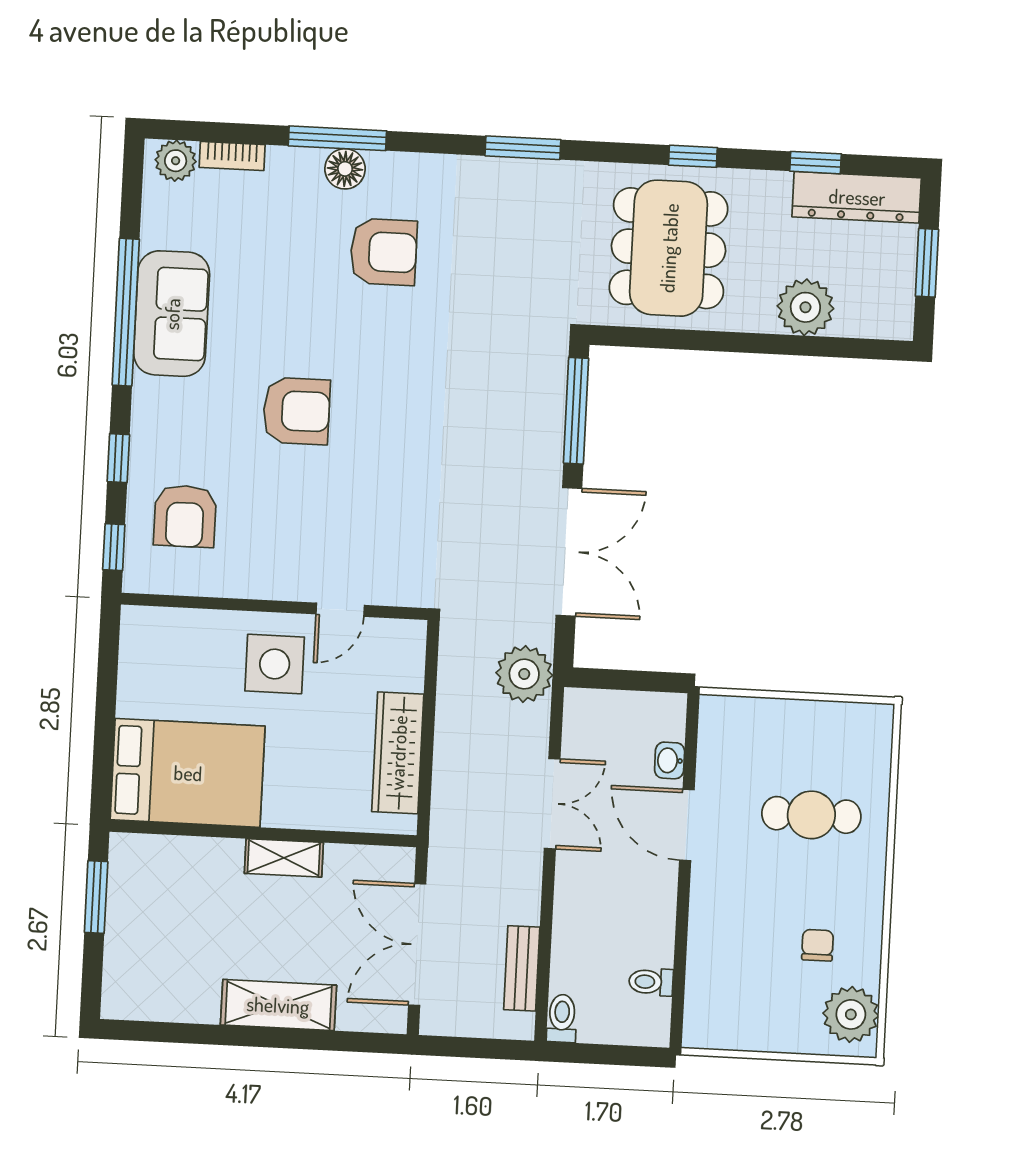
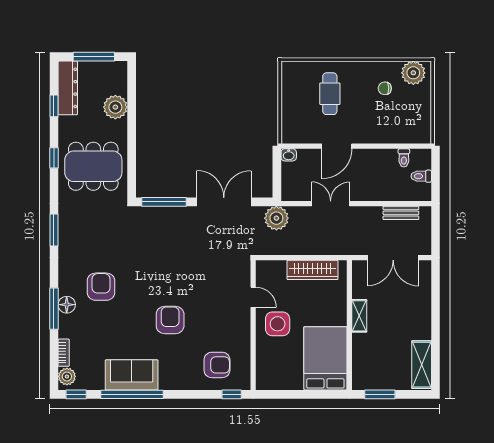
window: (927, 263) -> (94, 57), width x1.44
window: (118, 458) -> (76, 394), moved
washbasin: (670, 760) -> (289, 155), moved
shelving: (278, 1005) -> (422, 365), moved
toilet: (562, 1018) -> (421, 176), moved

